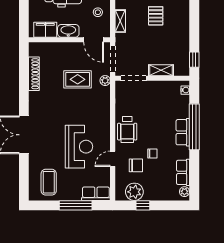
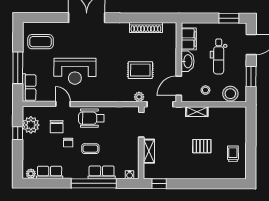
rug: (78, 79) -> (140, 70), turned 90
coffee table: (159, 130) -> (90, 149), added
row of seats: (183, 132) -> (102, 172), moved

